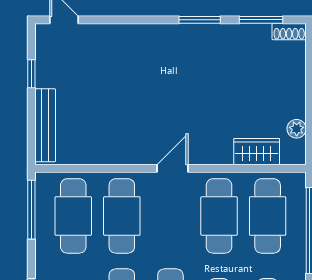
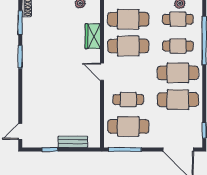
bench: (45, 125) -> (73, 142), width x0.73
wardrobe: (257, 152) -> (93, 36), moved
cafe table: (122, 216) -> (128, 100), width x0.73, depth x0.74

